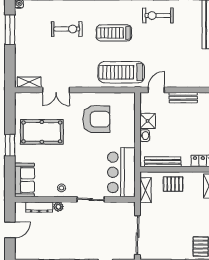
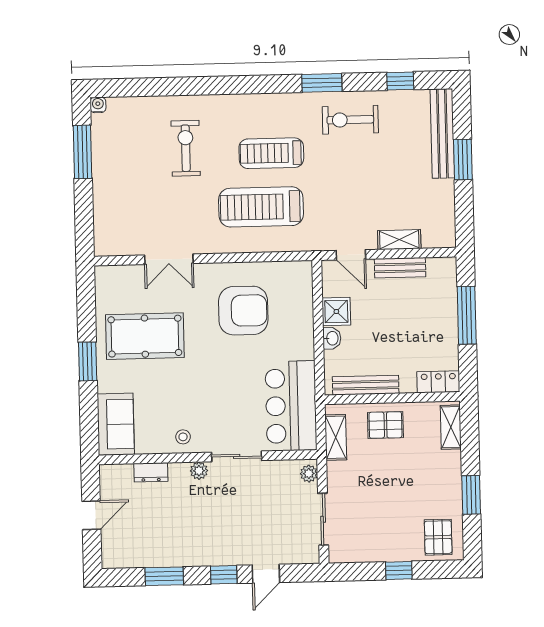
exercise bike: (67, 29) -> (186, 148), turned -90
treadmill: (121, 72) -> (261, 207), moved
shelving: (29, 82) -> (399, 240), moved
door: (156, 90) -> (351, 255), swing flipped
dresser: (39, 207) -> (151, 472), width x0.70
plant: (58, 207) -> (199, 471), moved
plant: (130, 210) -> (309, 474), added
sliding door: (137, 235) -> (323, 519), width x0.73

